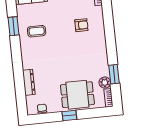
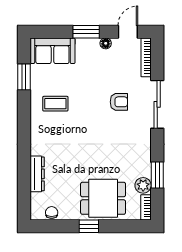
sliding door: (109, 24) -> (157, 104), added
window: (13, 26) -> (24, 77), moved

